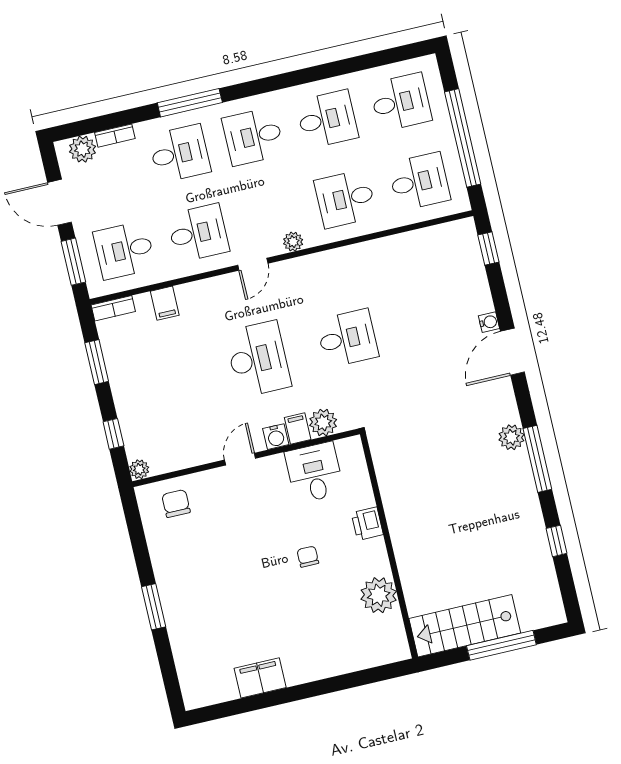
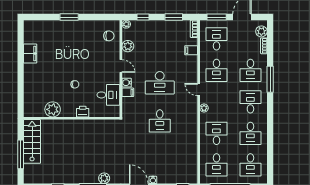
plant: (323, 423) -> (128, 46), moved

